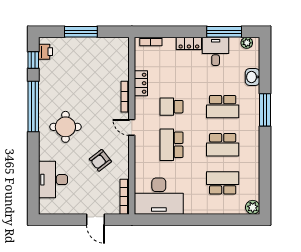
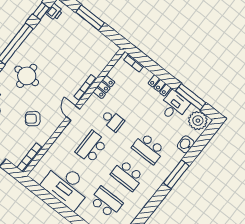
plant: (247, 43) -> (198, 121), width x1.87, depth x1.87
school desk: (172, 107) -> (112, 120), turned 180
desk: (159, 196) -> (67, 186), moved

